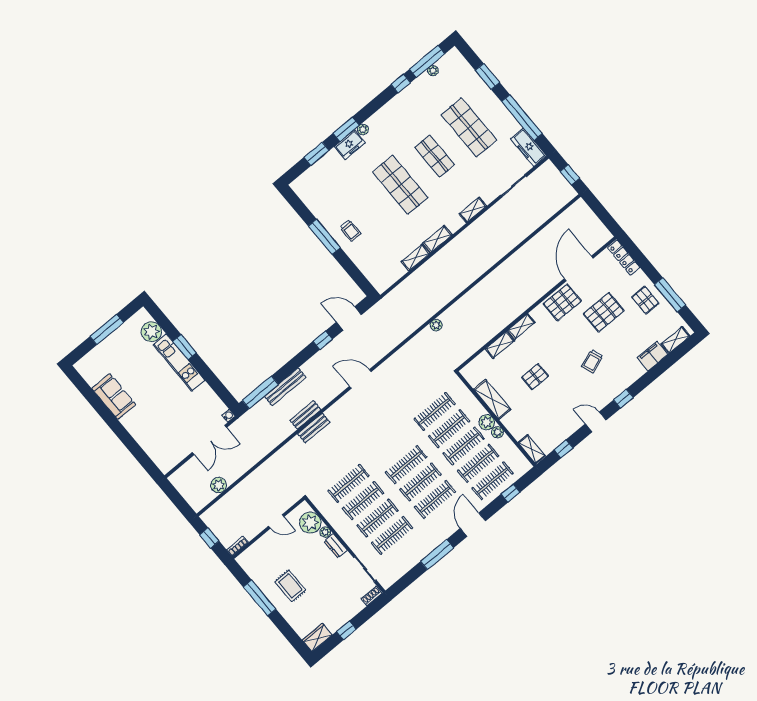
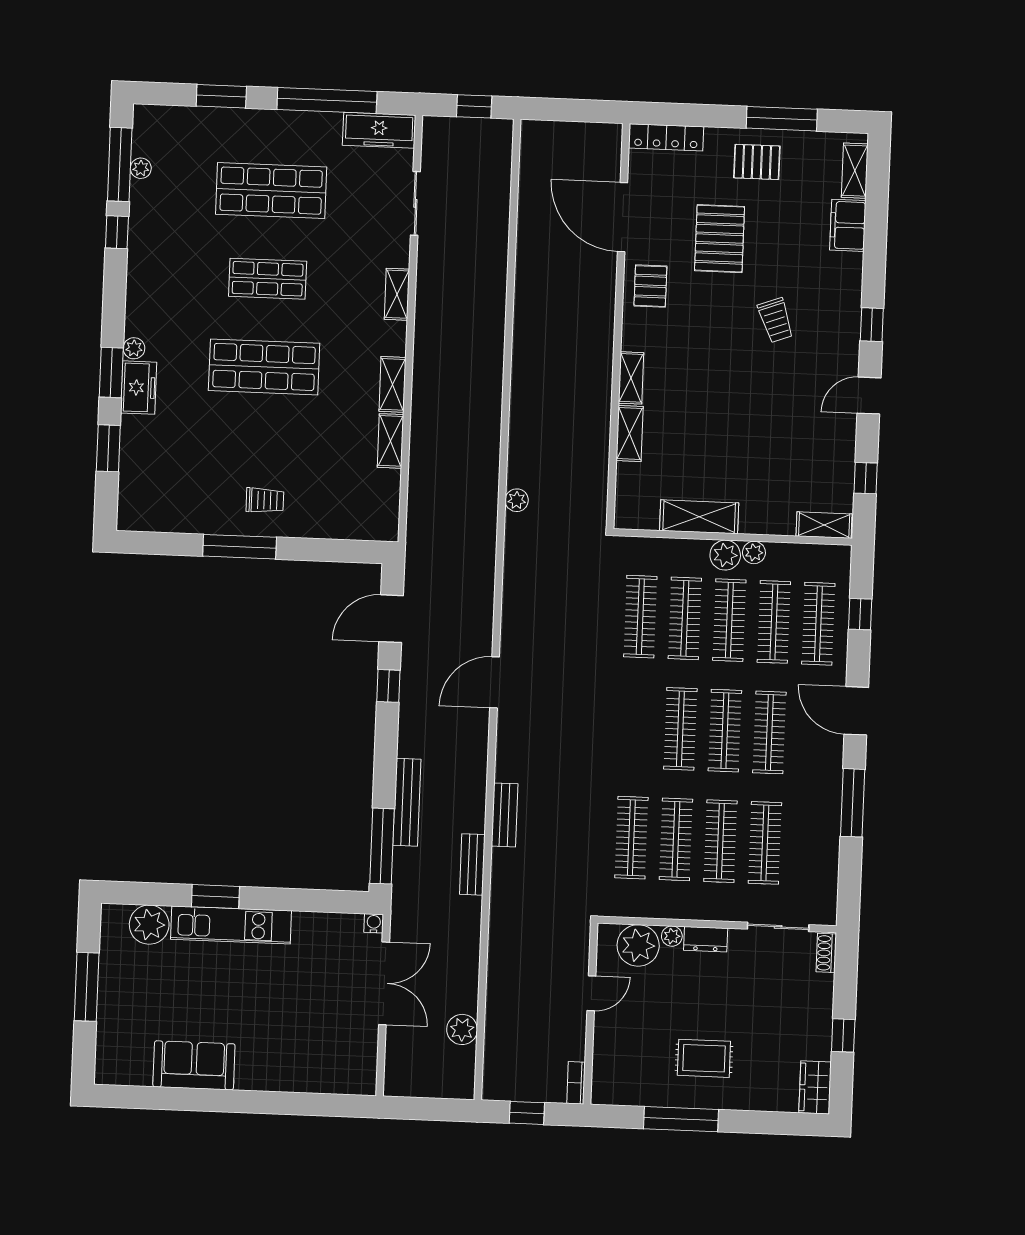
pallet: (562, 302) -> (650, 286), width x0.67, depth x0.71
pallet: (535, 377) -> (723, 424), removed
bench: (305, 415) -> (472, 864), moved

